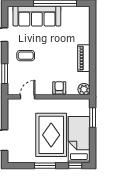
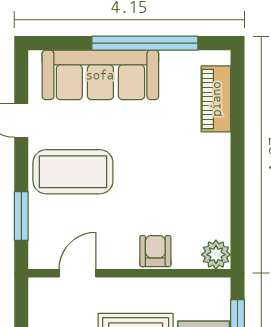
coffee table: (26, 56) -> (73, 172), width x1.86, depth x1.72
piano: (84, 58) -> (216, 99), moved

